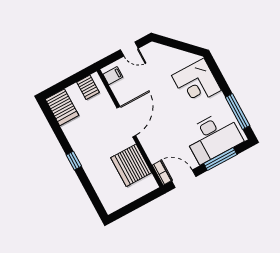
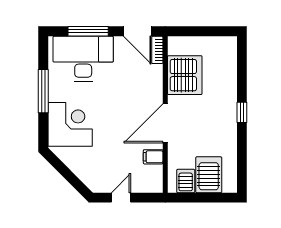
door: (129, 49) -> (121, 198), hinge flipped
filing cabinet: (113, 76) -> (153, 157), moved
server rack: (62, 107) -> (209, 175), moved
window: (238, 112) -> (43, 91), moved

